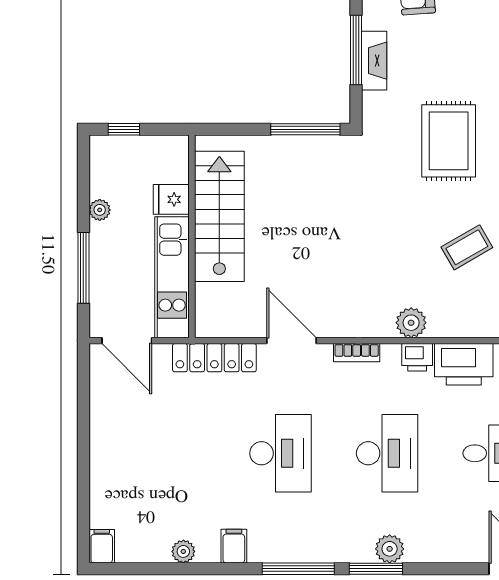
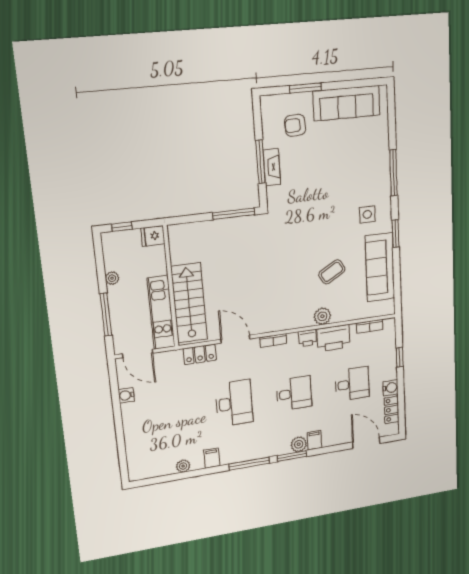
rug: (449, 141) -> (318, 211), removed
fridge: (171, 199) -> (153, 236), moved
stairs: (219, 216) -> (189, 303), moved
plant: (411, 323) -> (322, 316), moved
locker: (214, 358) -> (200, 354), width x0.66
water cooler: (101, 409) -> (126, 395), added
desk: (387, 453) -> (294, 393), width x0.73
filing cabinet: (102, 546) -> (314, 440), moved

